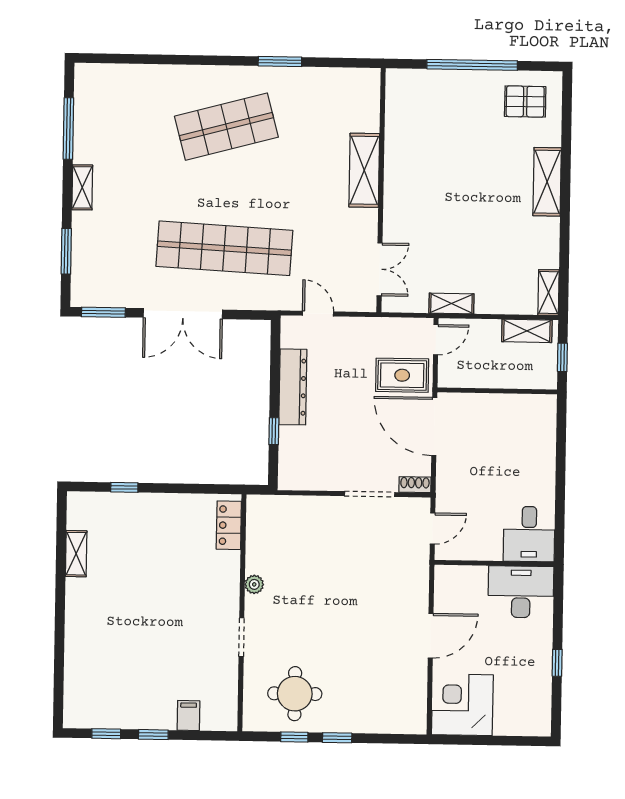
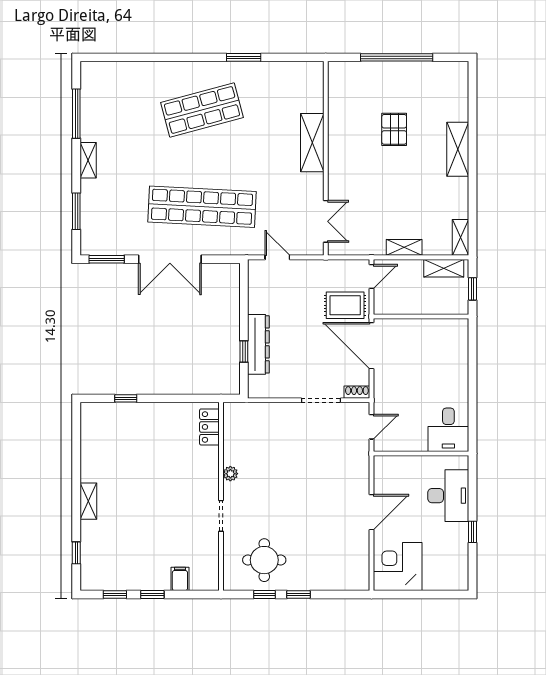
pallet: (525, 102) -> (394, 129), moved, turned 90
shelving: (451, 303) -> (404, 247), moved
dresser: (293, 387) -> (258, 344), moved
shelving: (76, 554) -> (88, 501), moved
desk: (521, 592) -> (448, 496), moved, turned 90
window: (59, 680) -> (76, 553), added

